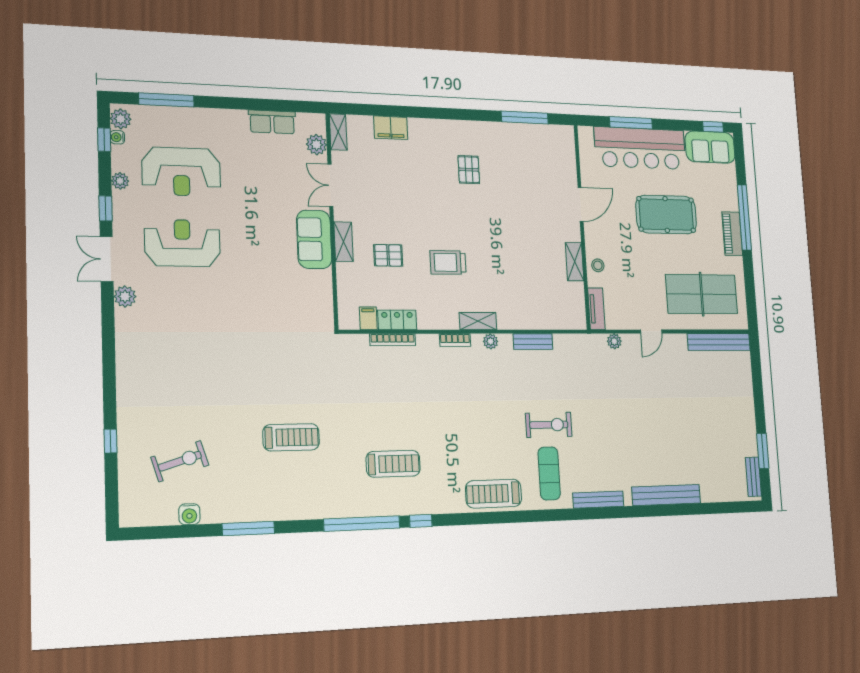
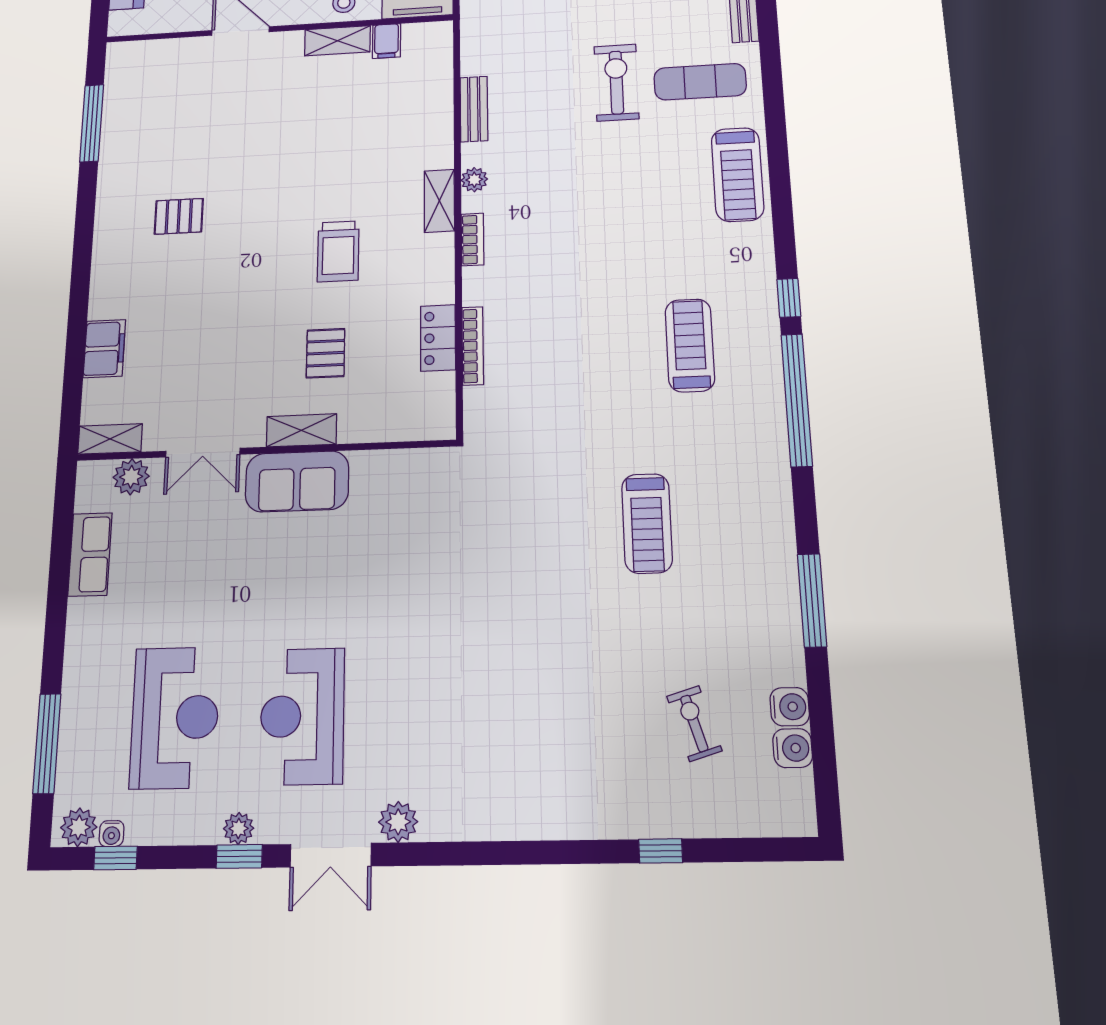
plant: (120, 181) -> (239, 828), moved
filing cabinet: (368, 318) -> (387, 41), moved, turned -90
treadmill: (291, 437) -> (647, 523), turned 180
exercise bike: (180, 461) -> (694, 723), width x0.73, depth x0.72
water cooler: (167, 515) -> (793, 748), added

